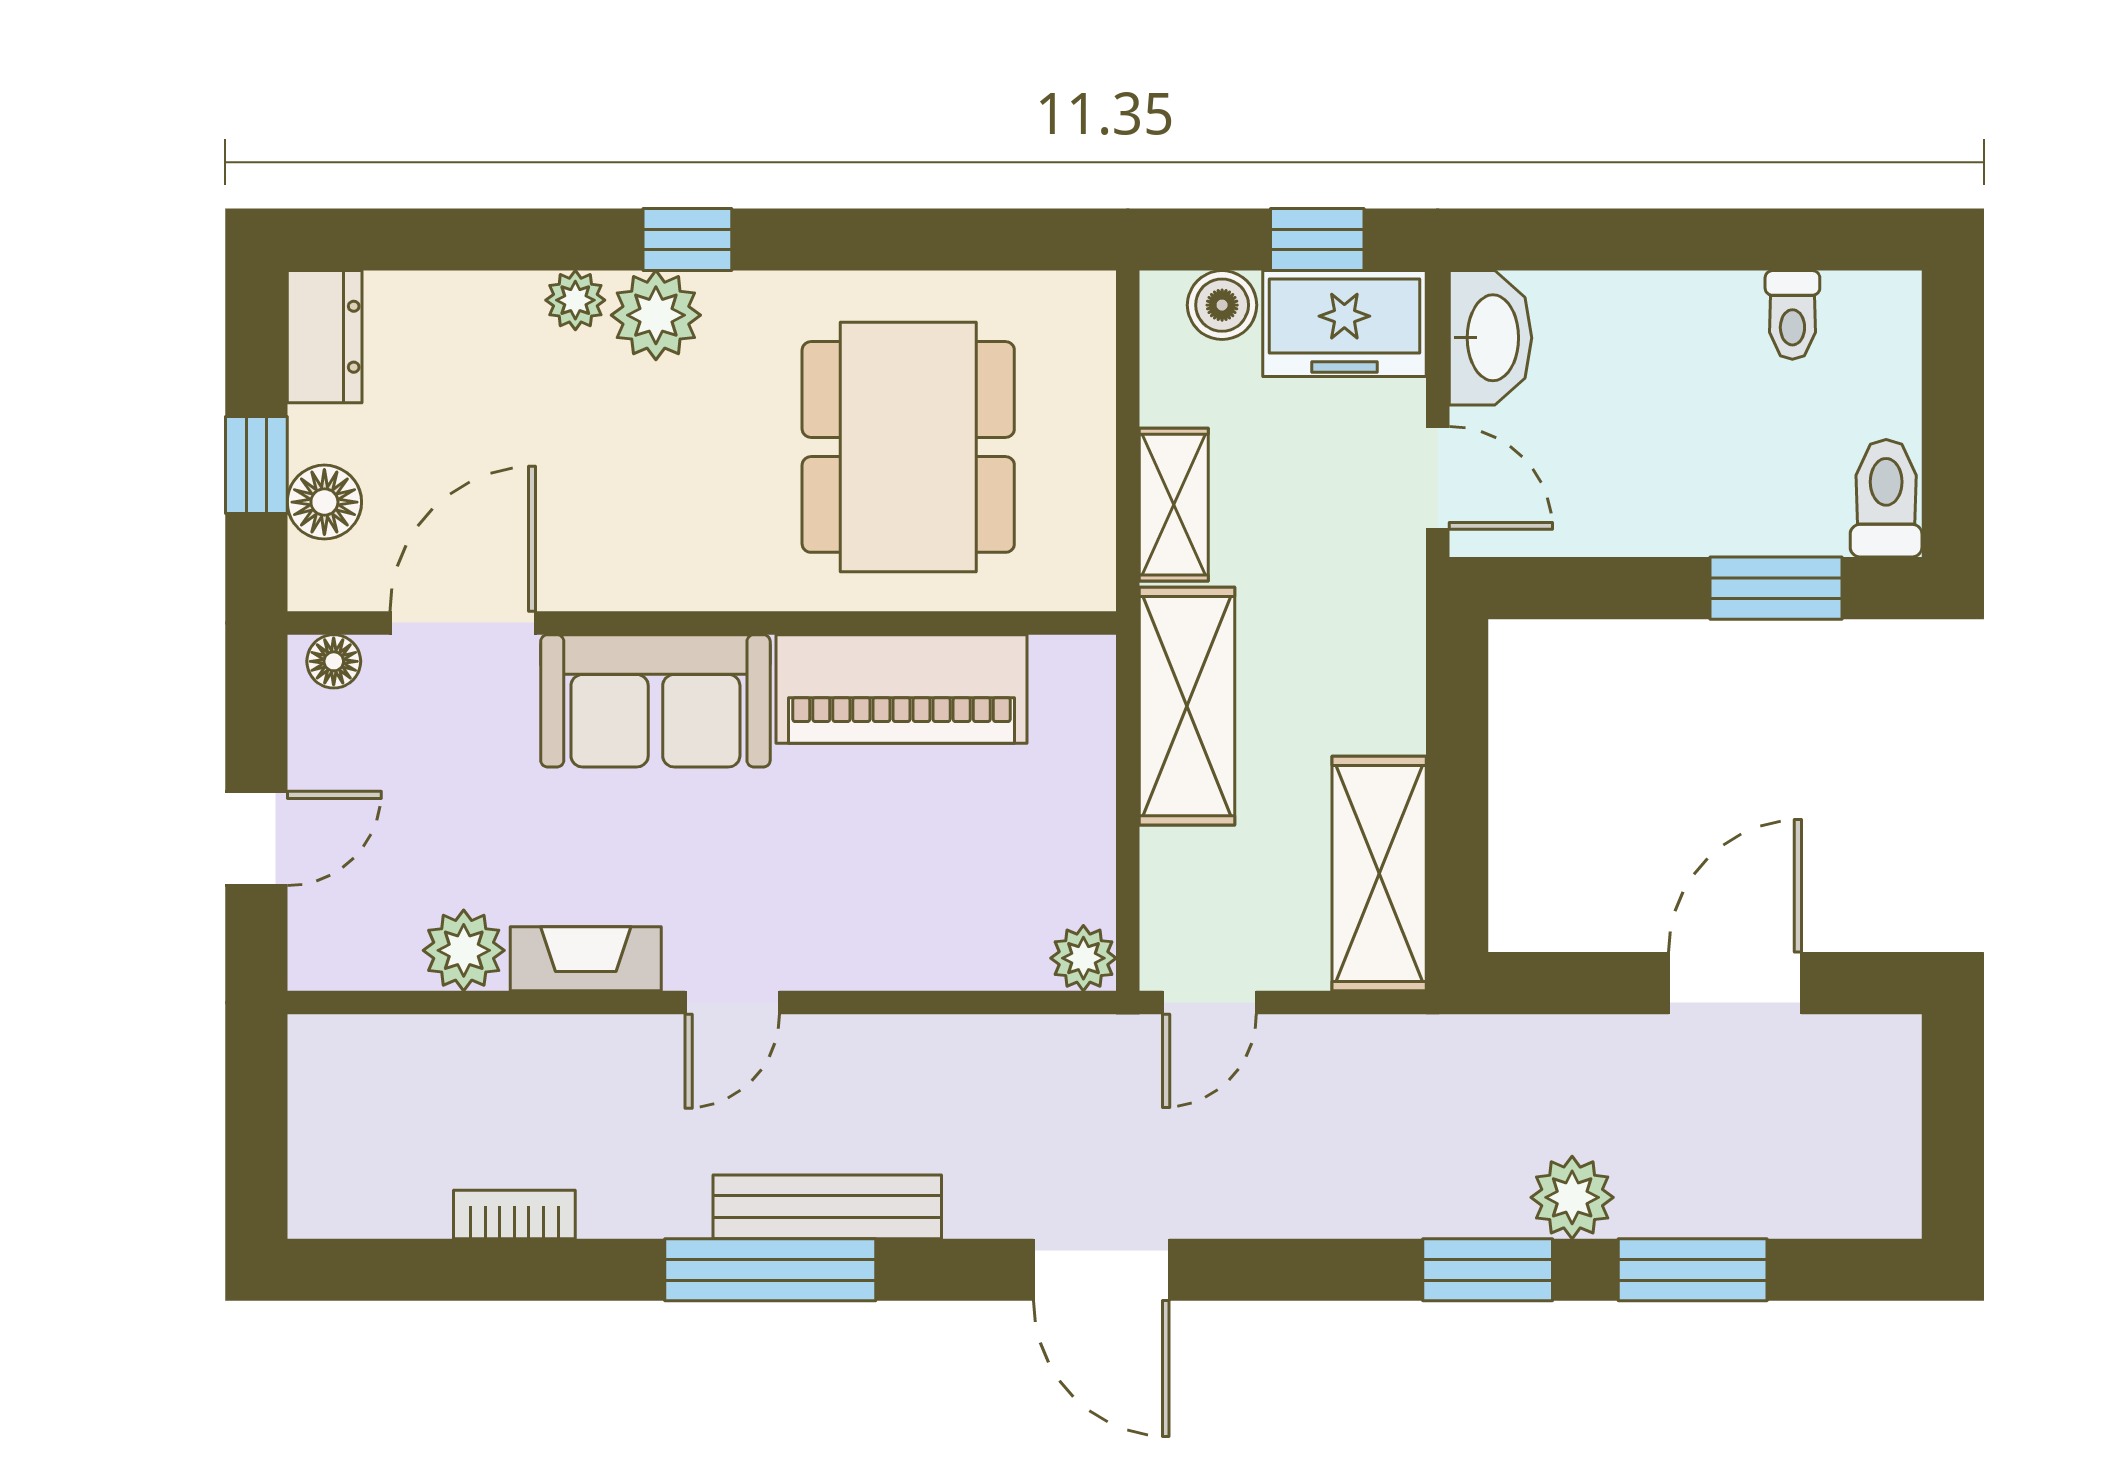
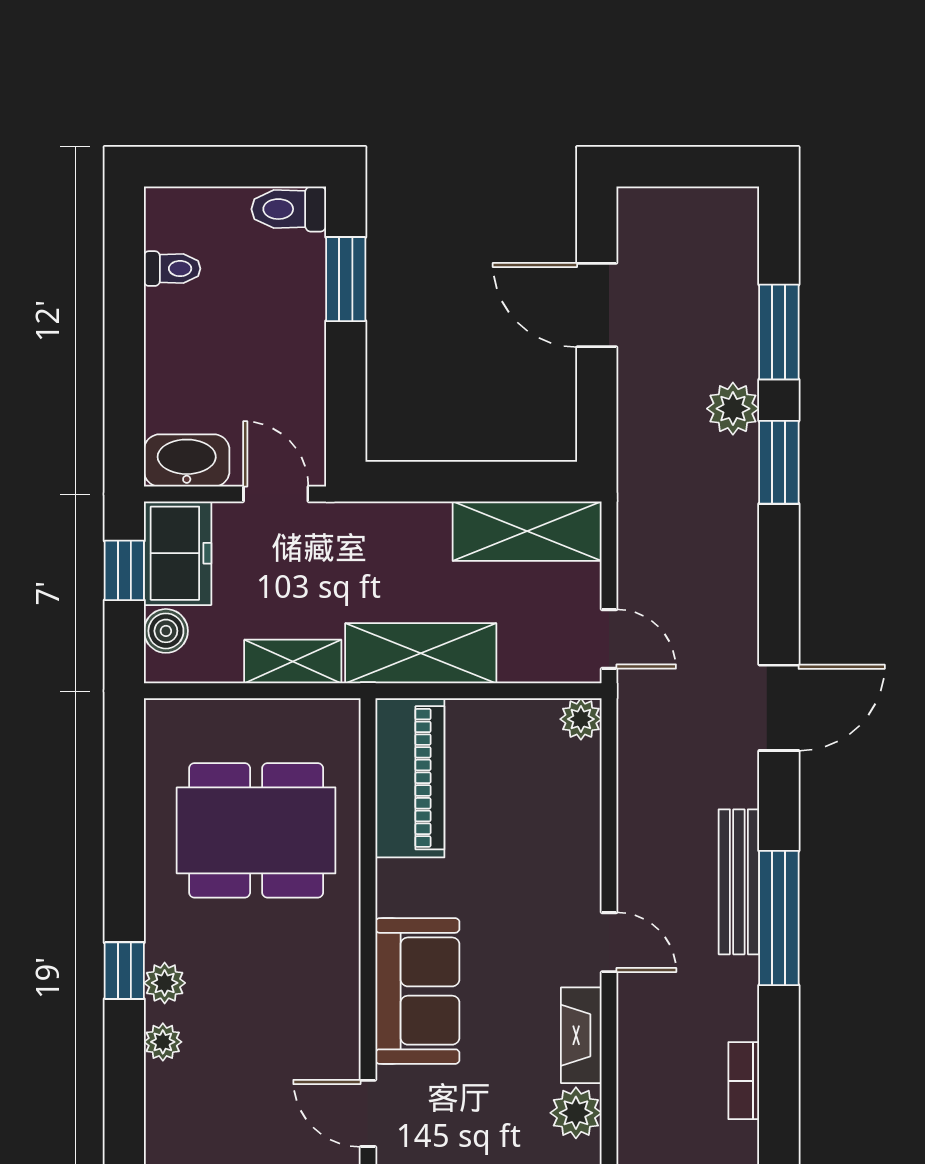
plant: (656, 315) -> (165, 983), width x0.73, depth x0.73
door: (1438, 478) -> (276, 494), hinge flipped
door: (463, 623) -> (368, 1113), width x0.73
piano: (902, 689) -> (410, 778), moved

